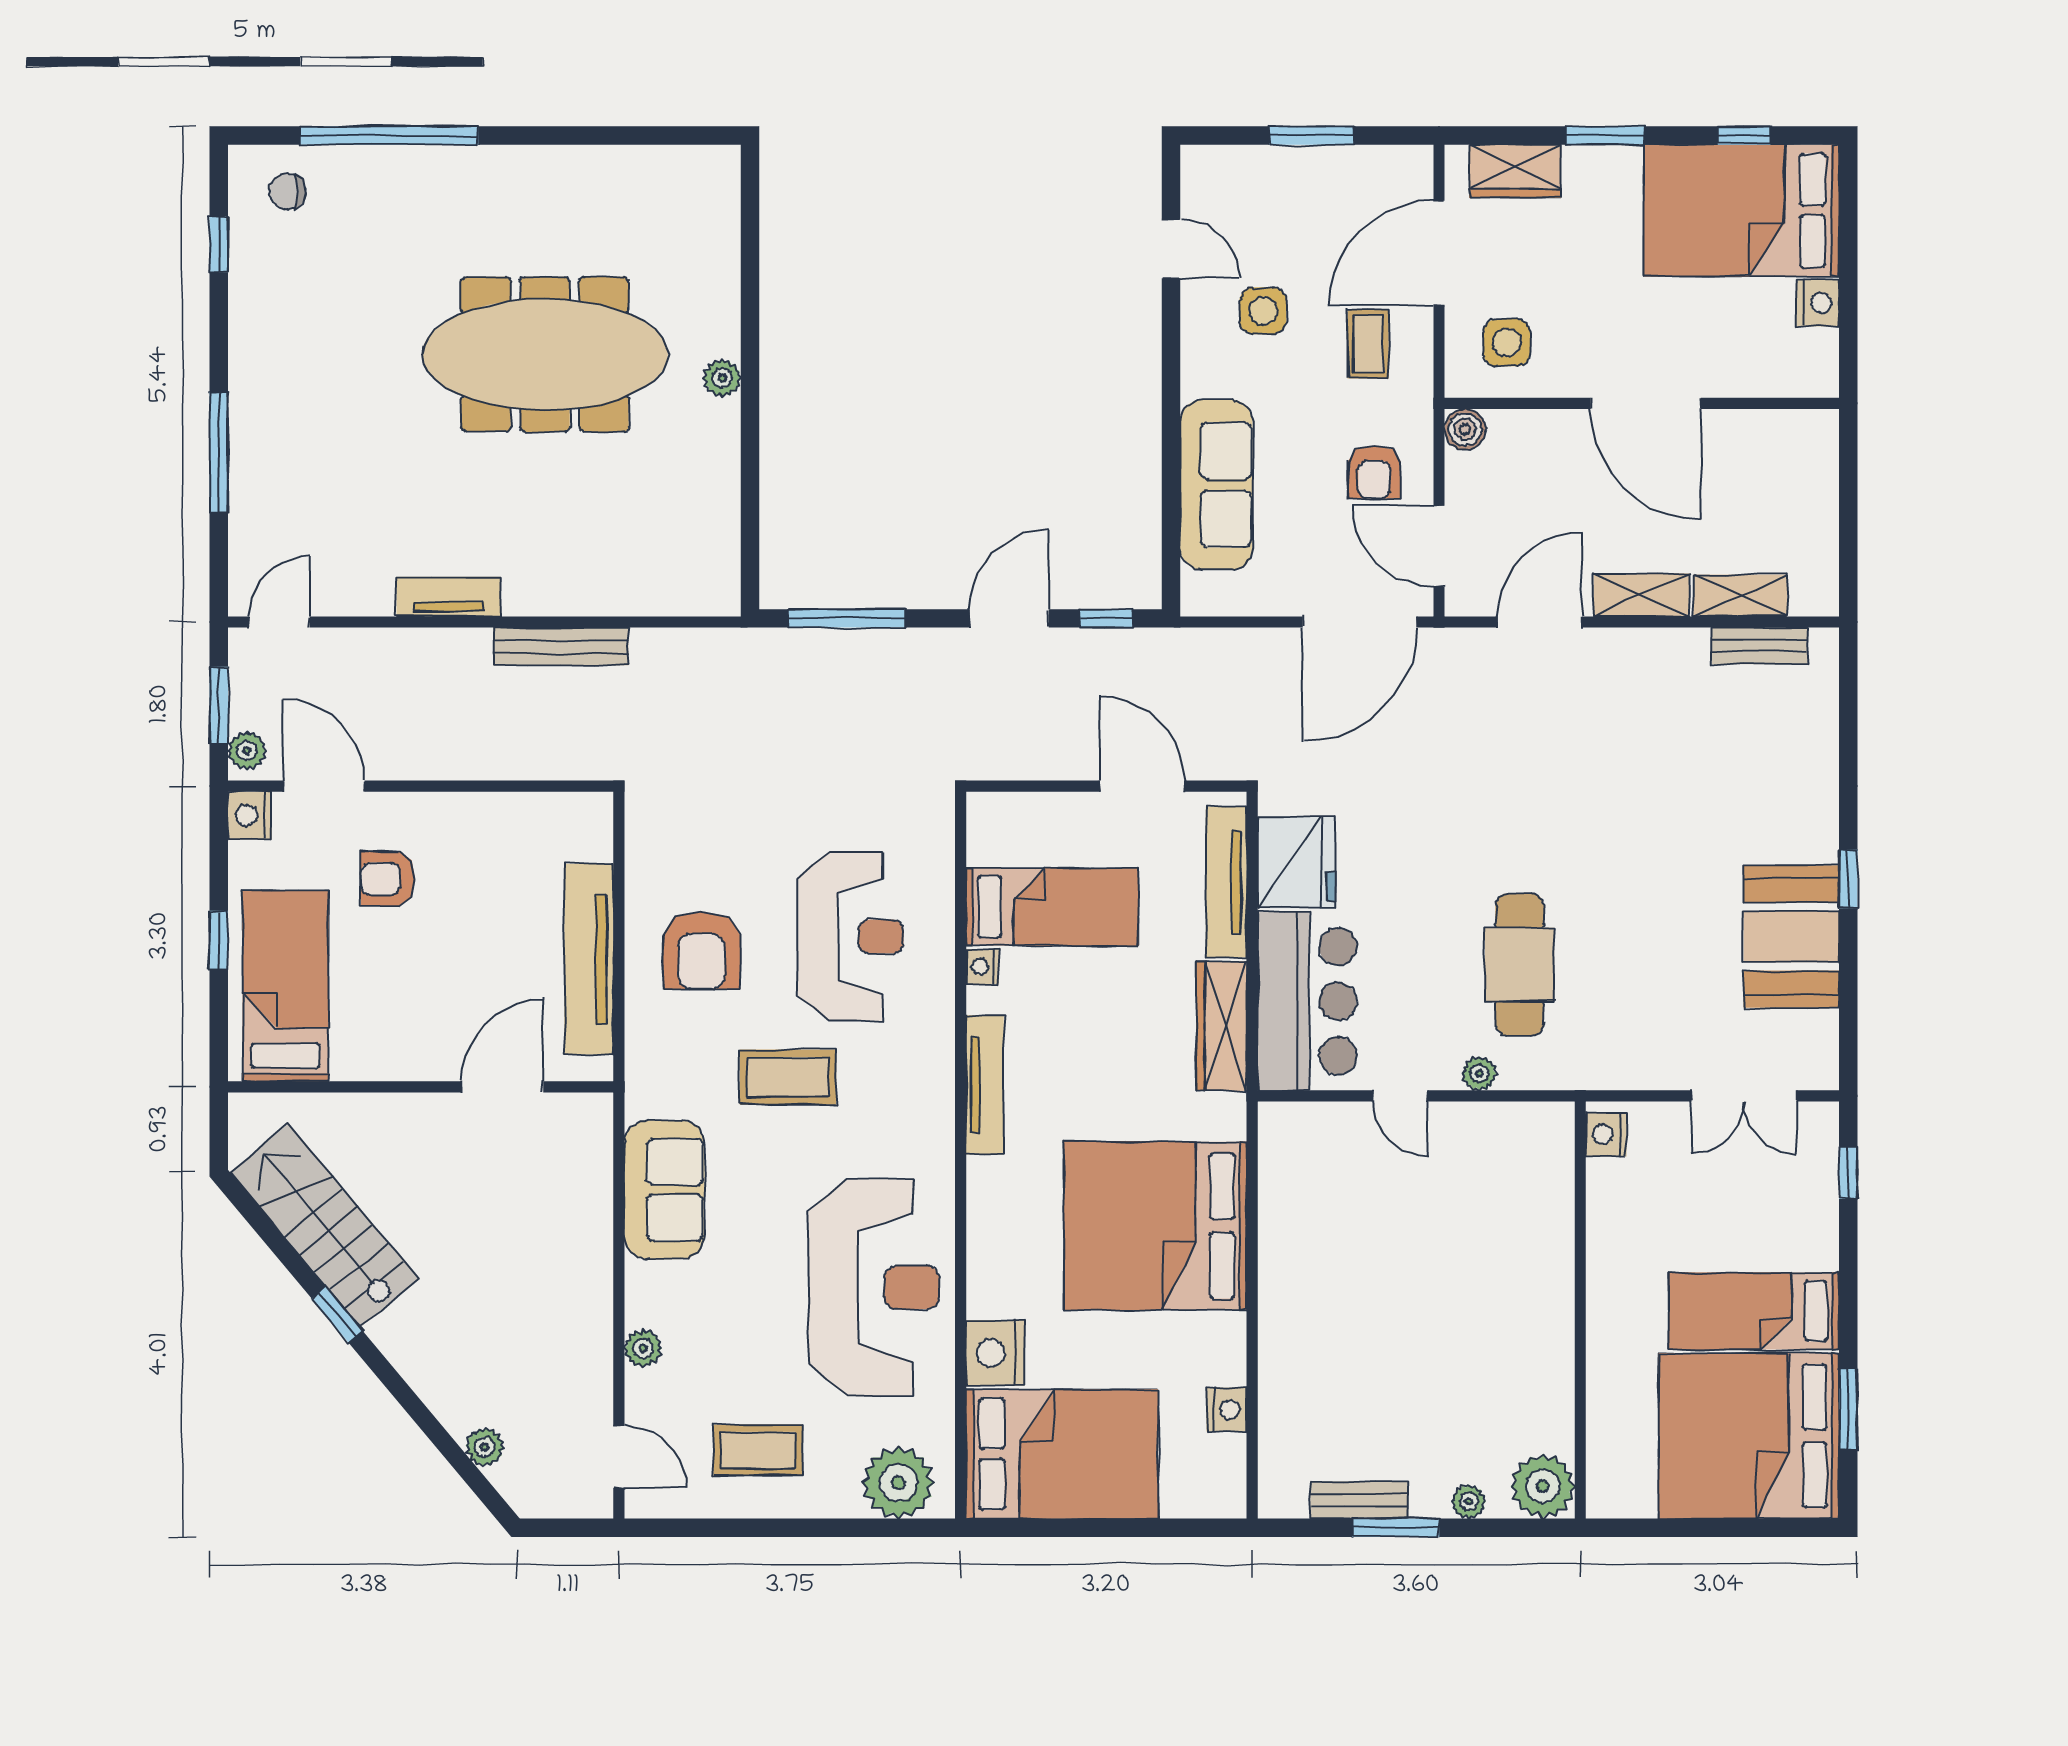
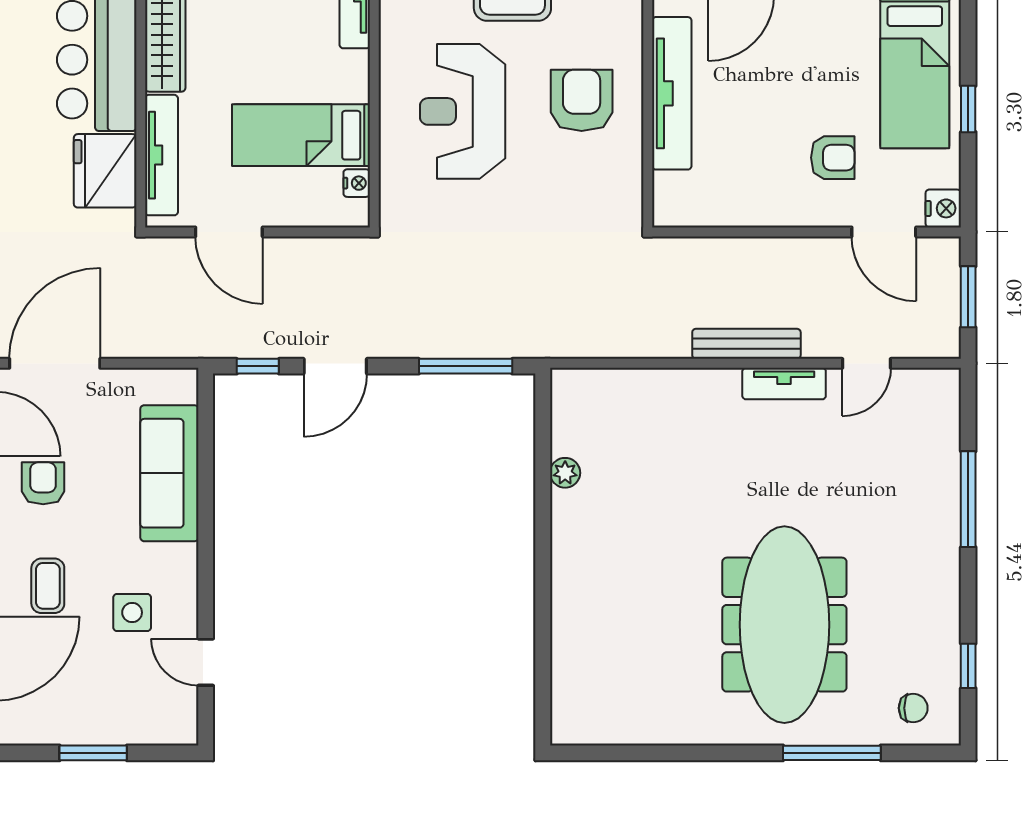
window: (389, 135) -> (832, 753), width x0.68
meeting table: (545, 354) -> (784, 625), moved, turned 90
plant: (722, 378) -> (565, 473), moved
door: (279, 622) -> (867, 363), moved
bench: (561, 646) -> (746, 344), moved
plant: (247, 751) -> (946, 260), removed
nightstand: (982, 967) -> (357, 183), moved

